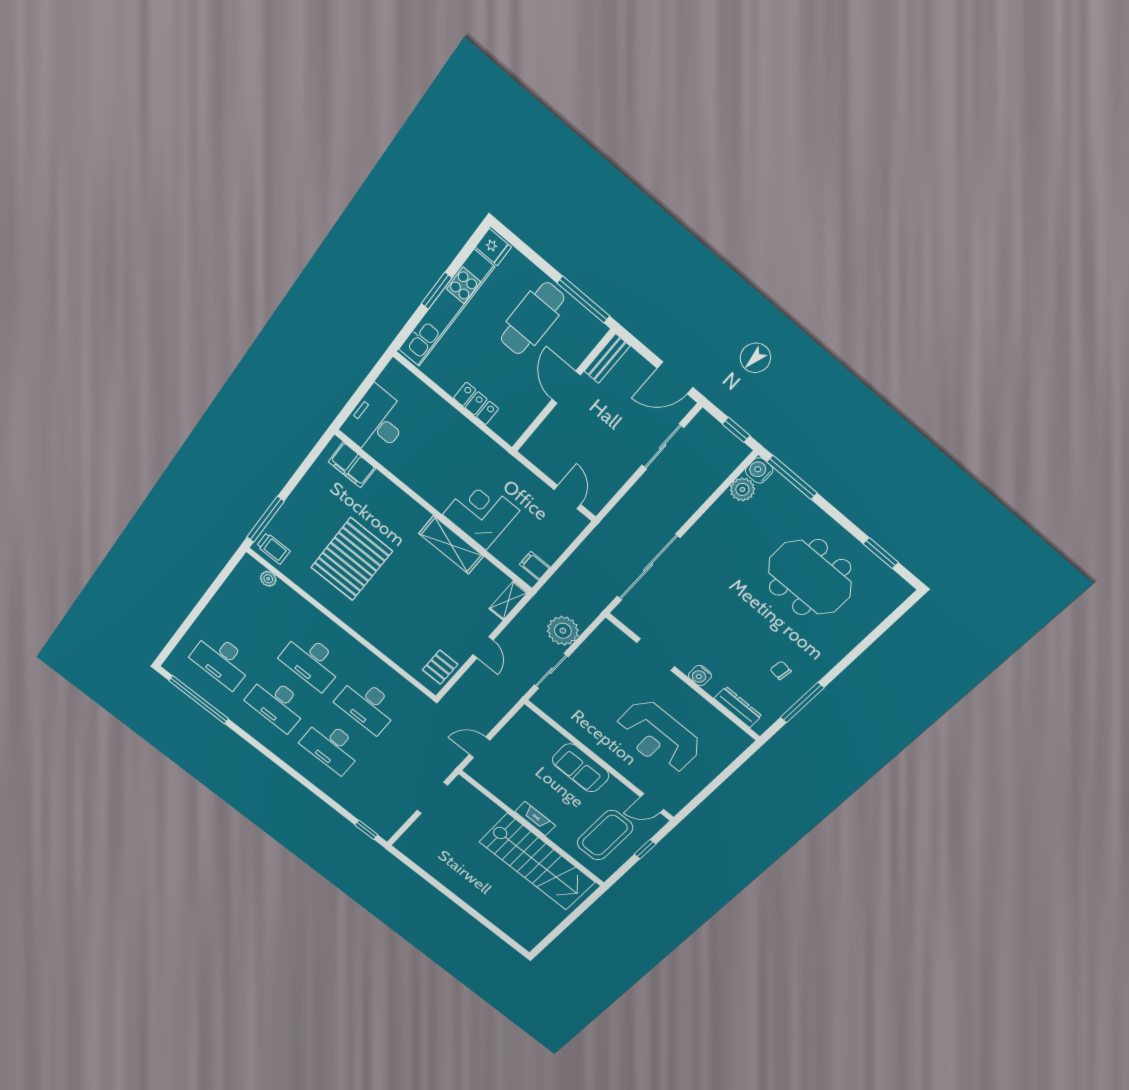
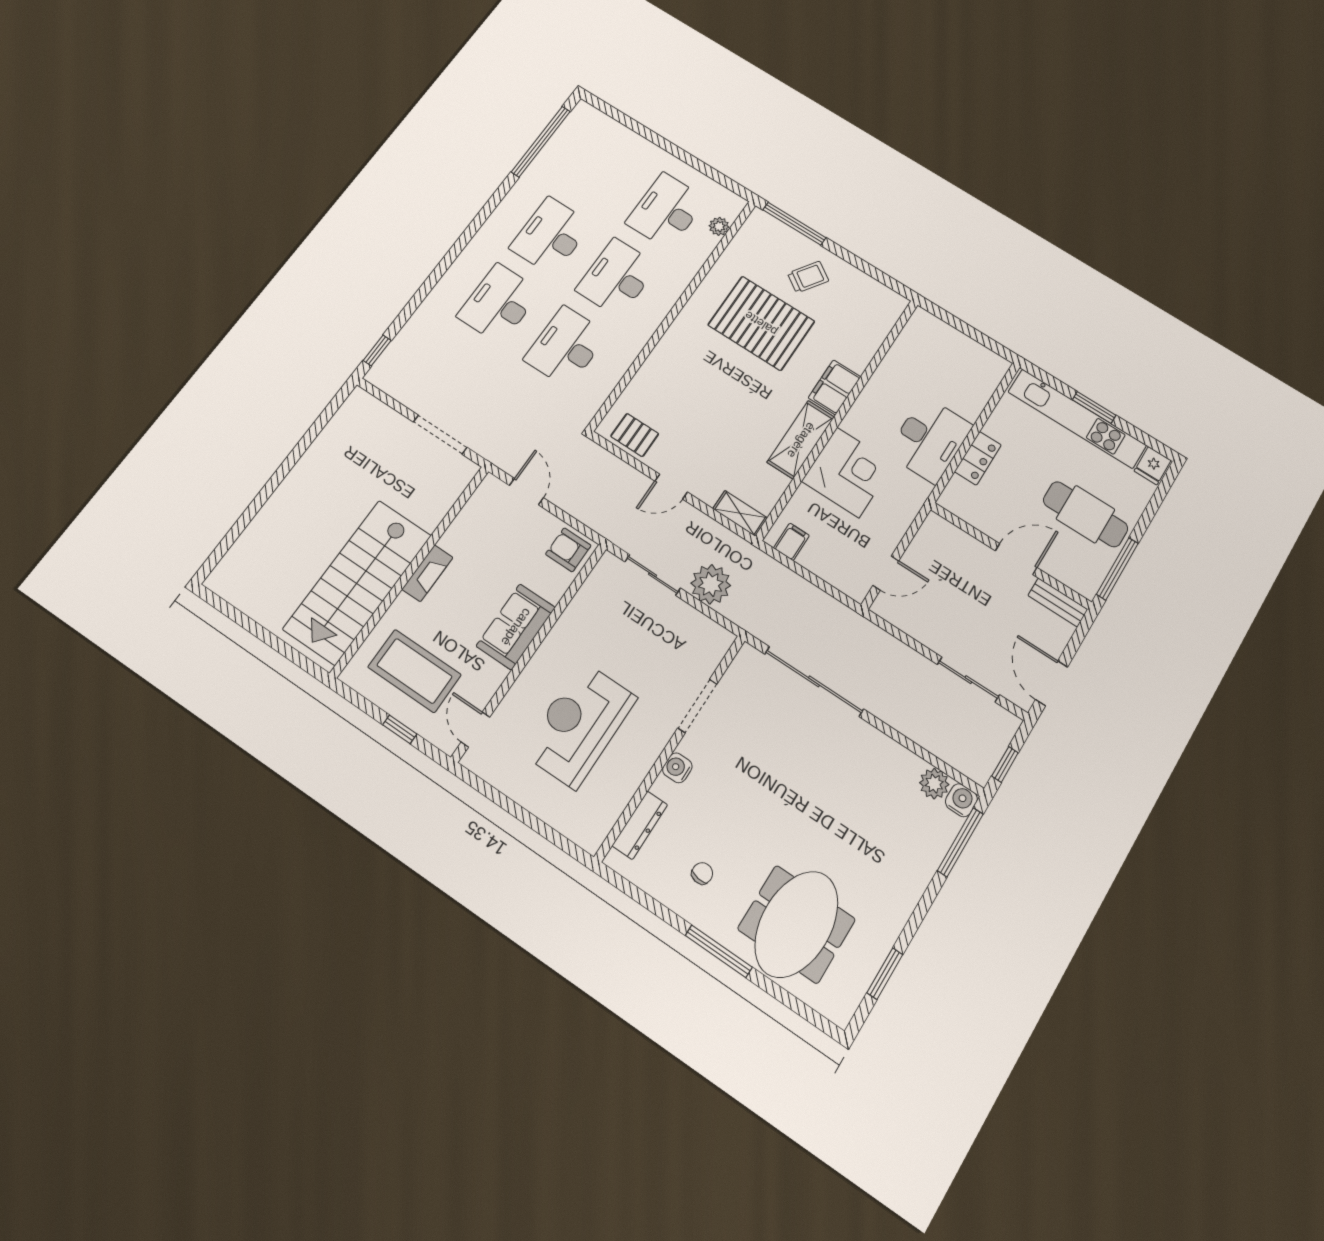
desk: (376, 422) -> (930, 440), moved, turned 90
filing cabinet: (352, 465) -> (835, 387), moved
trolley: (273, 548) -> (808, 277), moved, turned -146
meeting table: (810, 577) -> (796, 924), moved
desk: (222, 660) -> (666, 211), moved
window: (802, 703) -> (719, 951), moved
armchair: (526, 726) -> (568, 550), added

